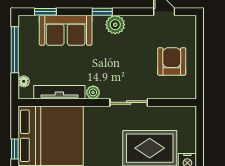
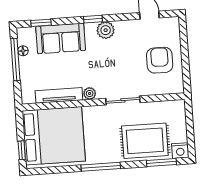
floor lamp: (24, 81) -> (23, 51), moved

